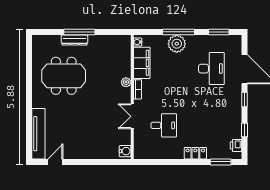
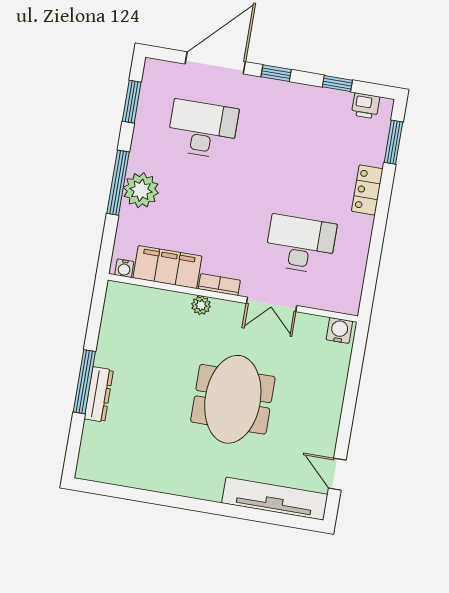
meeting table: (64, 76) -> (233, 399), moved
desk: (164, 125) -> (301, 244), width x1.37

